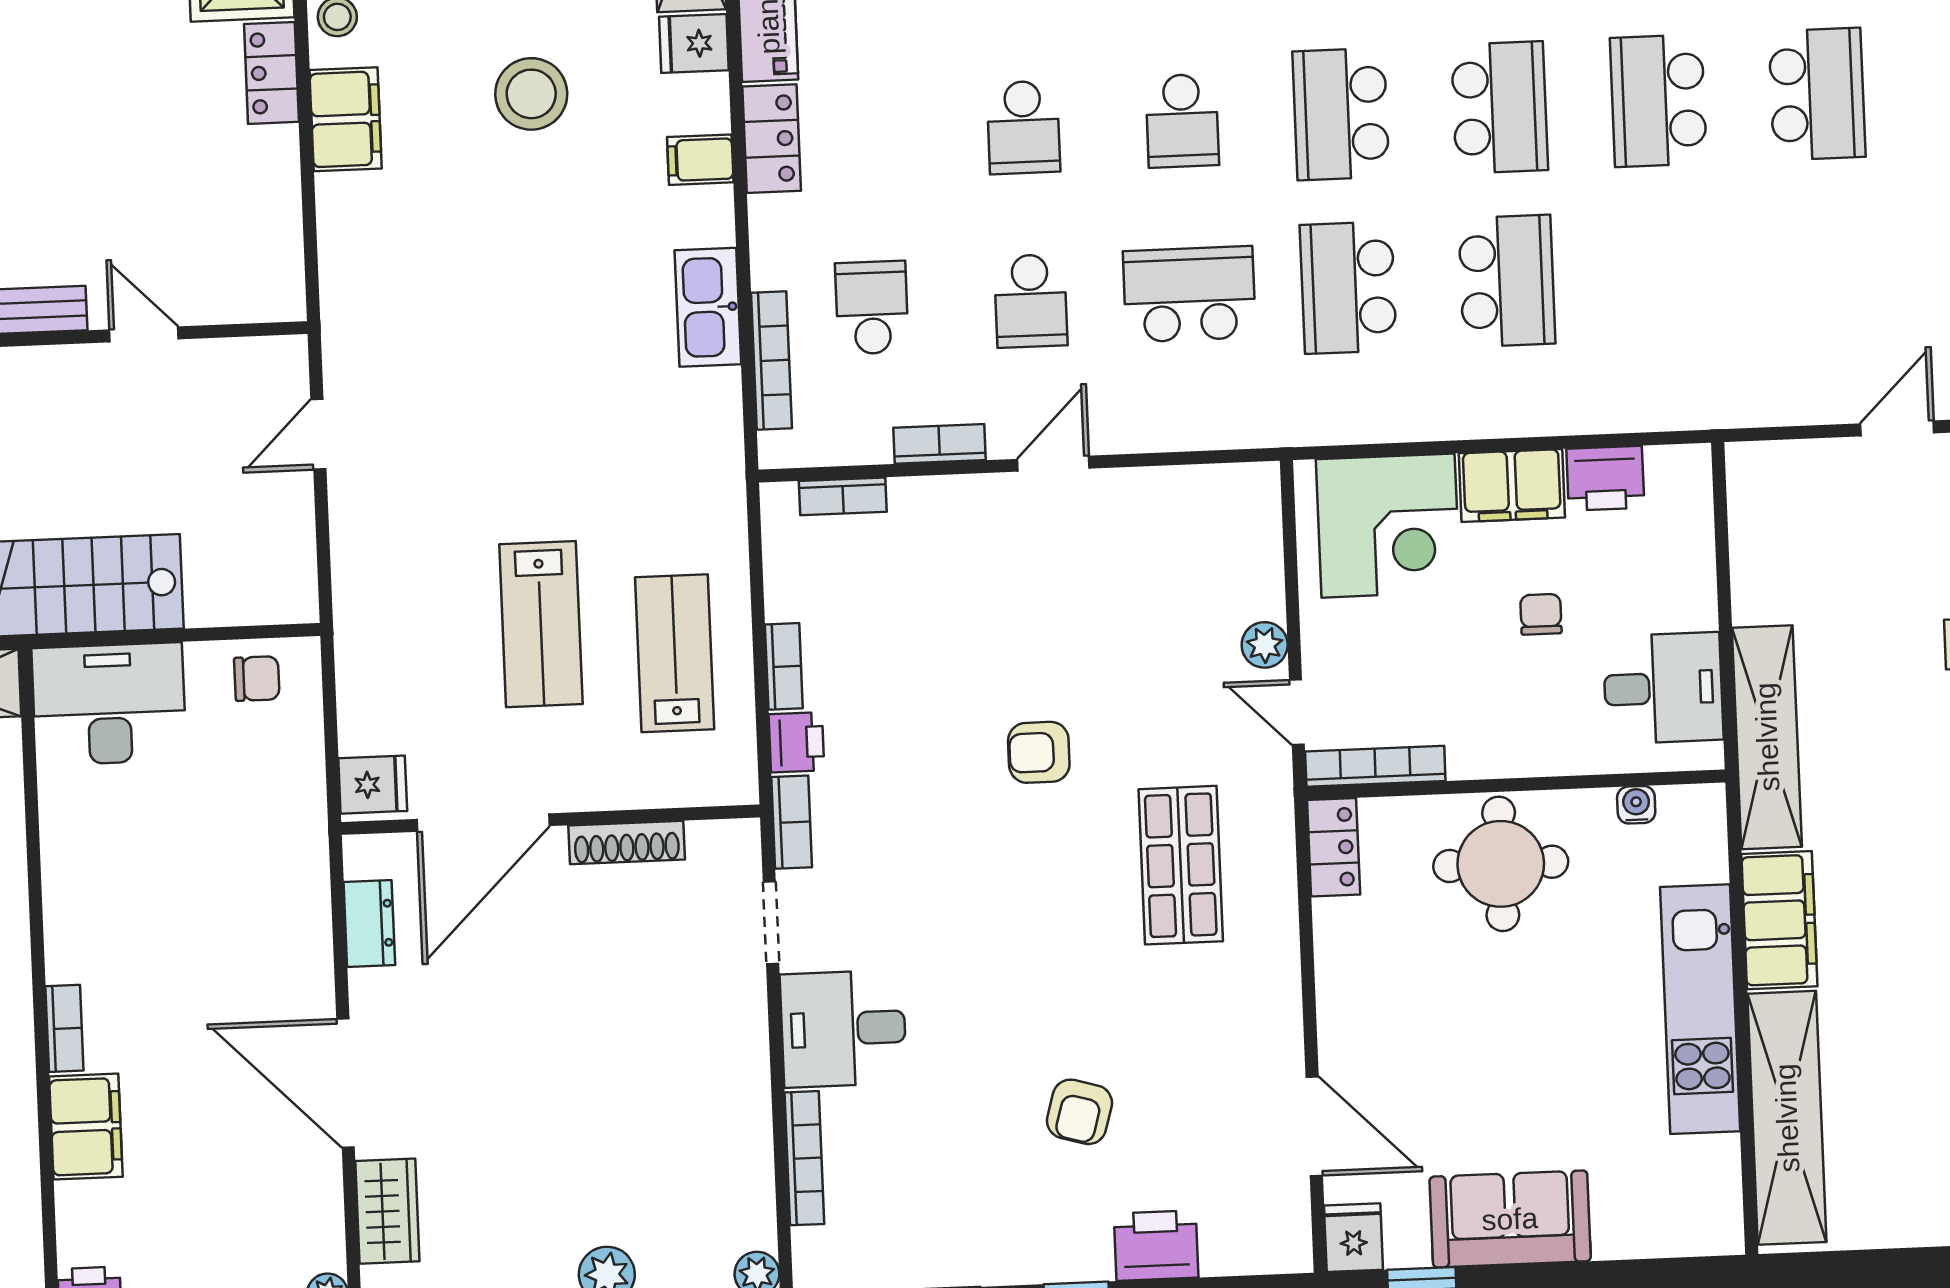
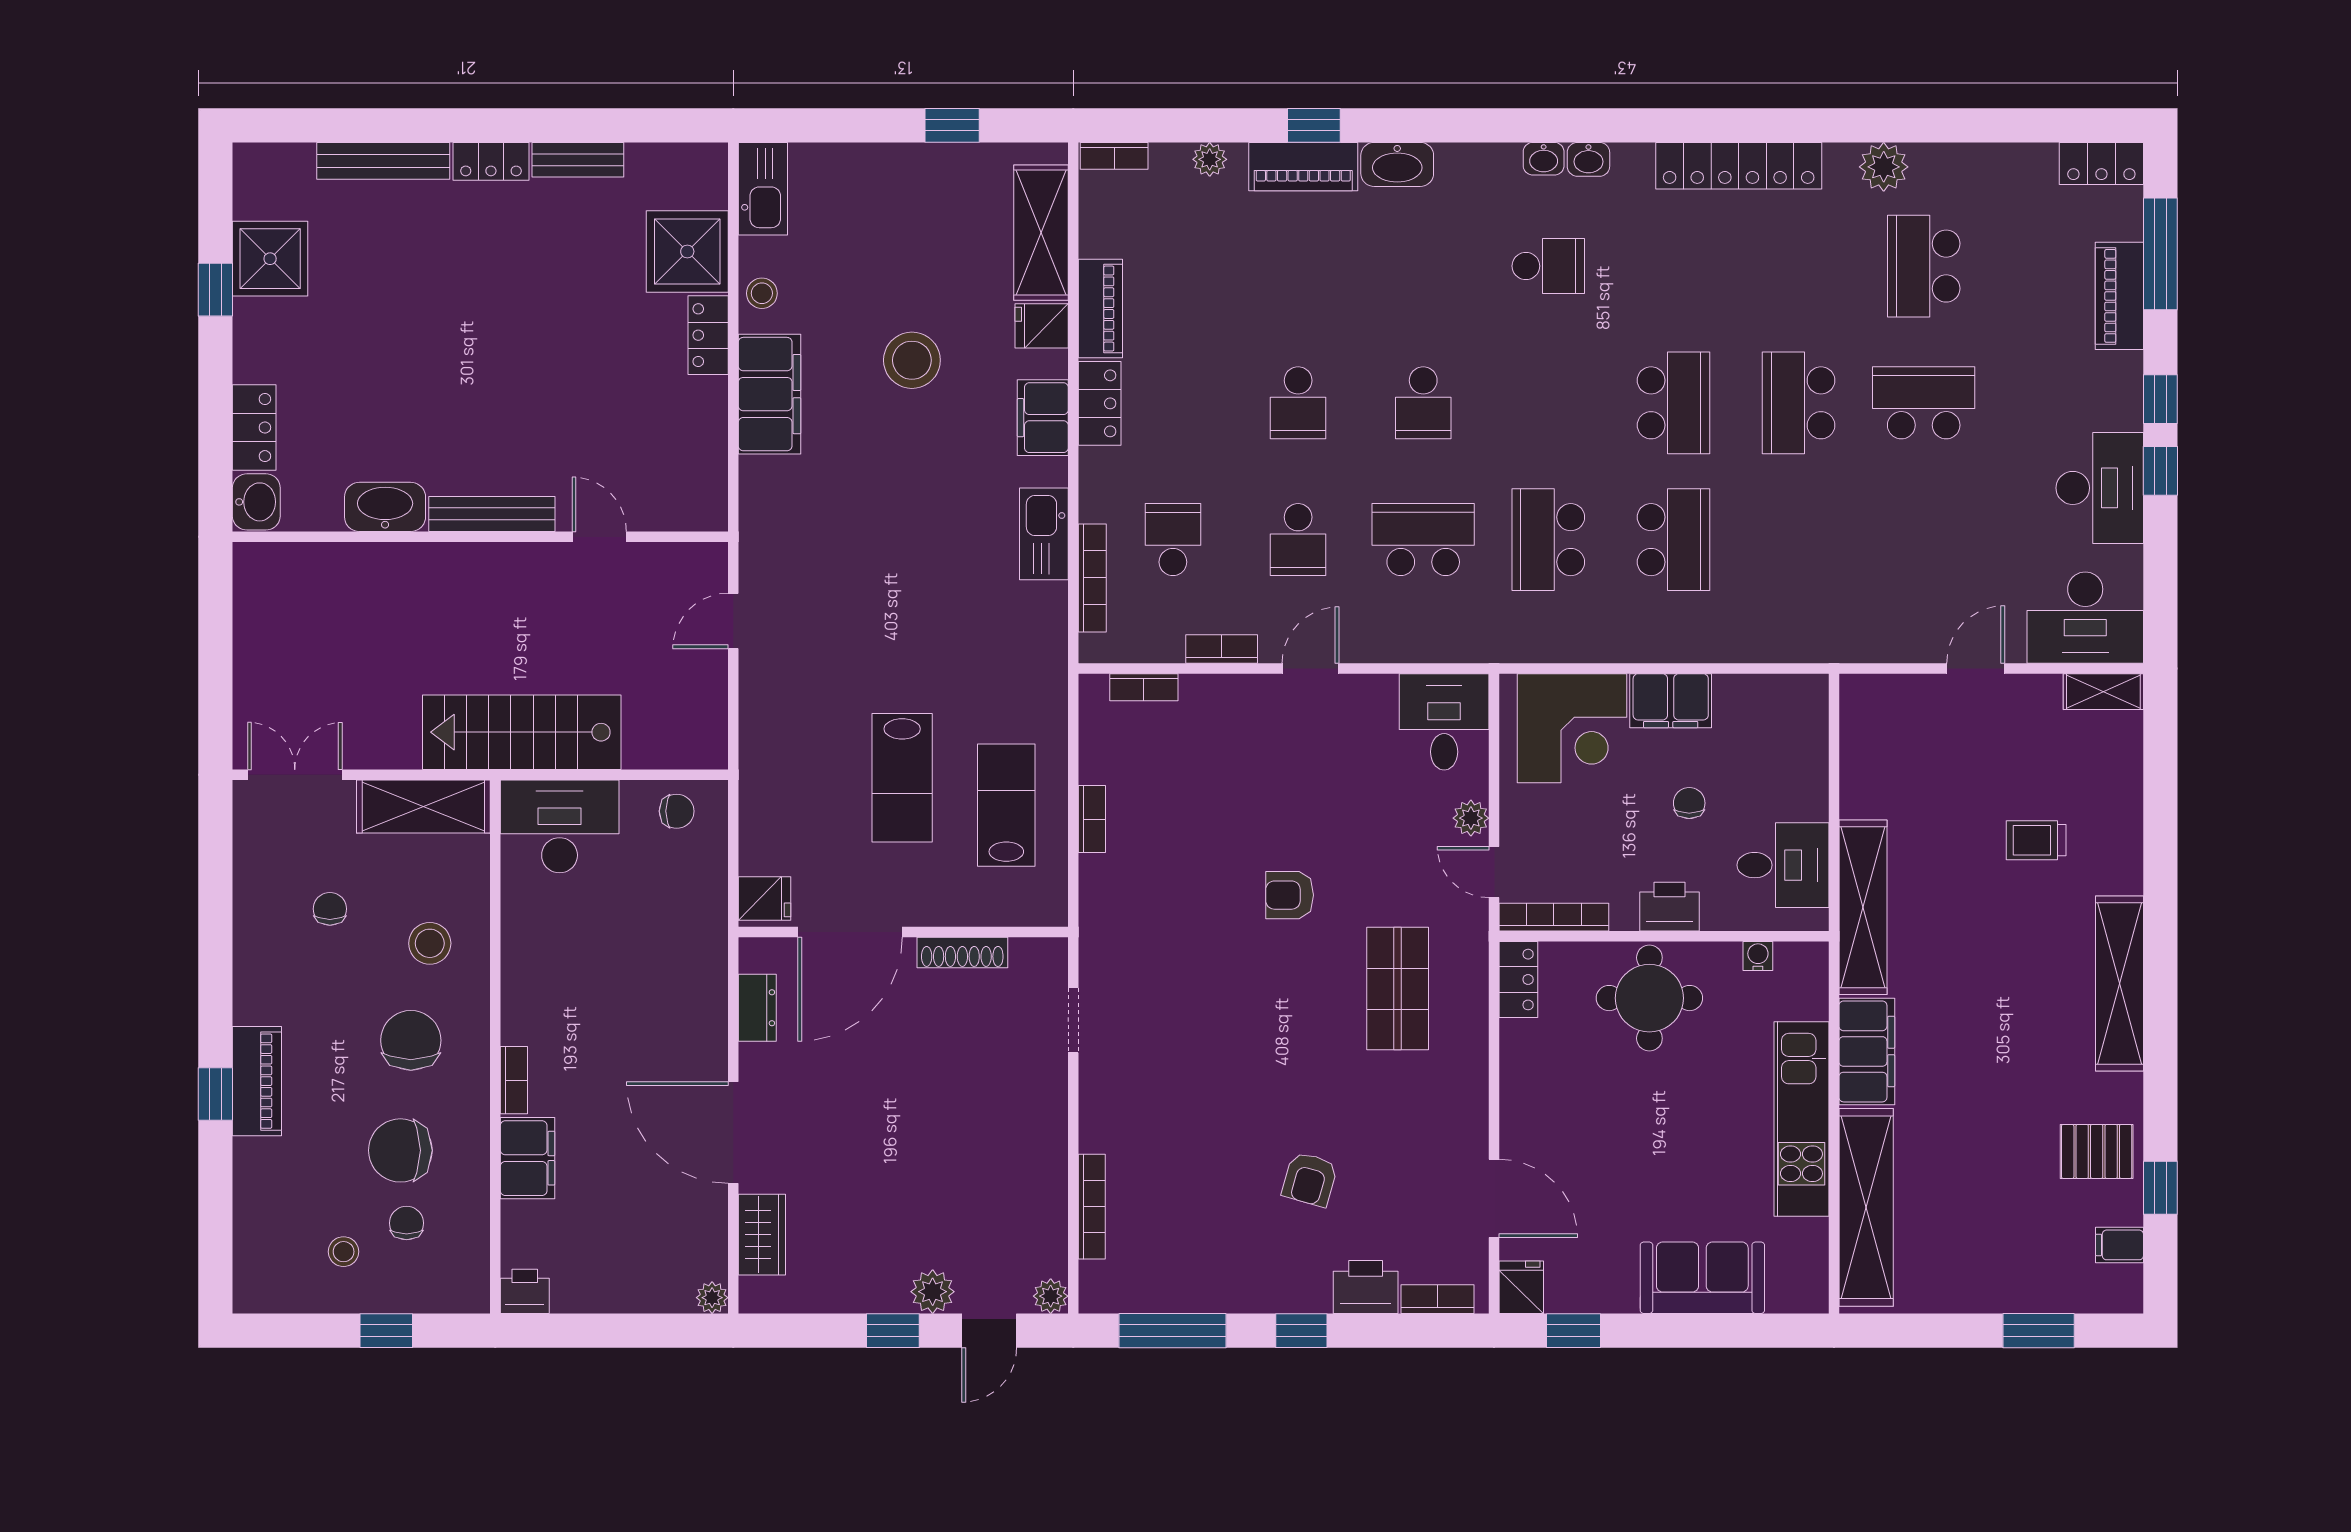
school desk: (1817, 94) -> (1924, 403), turned -90
school desk: (1341, 114) -> (1548, 403), removed
filing cabinet: (346, 119) -> (769, 394), width x1.50, depth x1.17
filing cabinet: (700, 160) -> (1043, 418), width x2.00
printer: (1605, 478) -> (1669, 907), moved, turned 180
printer: (796, 742) -> (1099, 879), removed
bookcase: (792, 822) -> (1437, 1299), moved, turned -90
desk: (843, 1029) -> (1444, 722), moved, turned 90
sofa: (1510, 1219) -> (1702, 1278), moved

